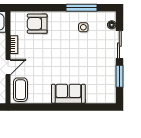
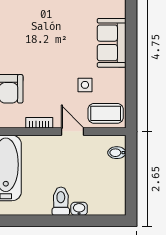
side table: (83, 27) -> (85, 85), moved

